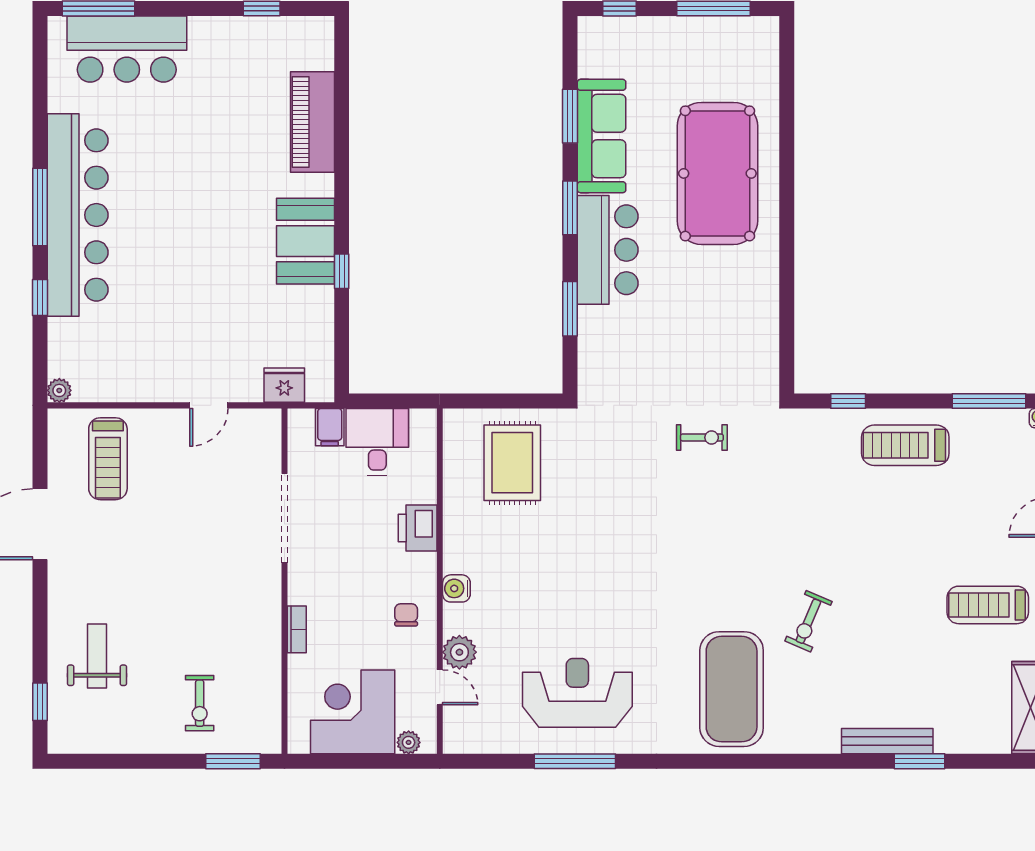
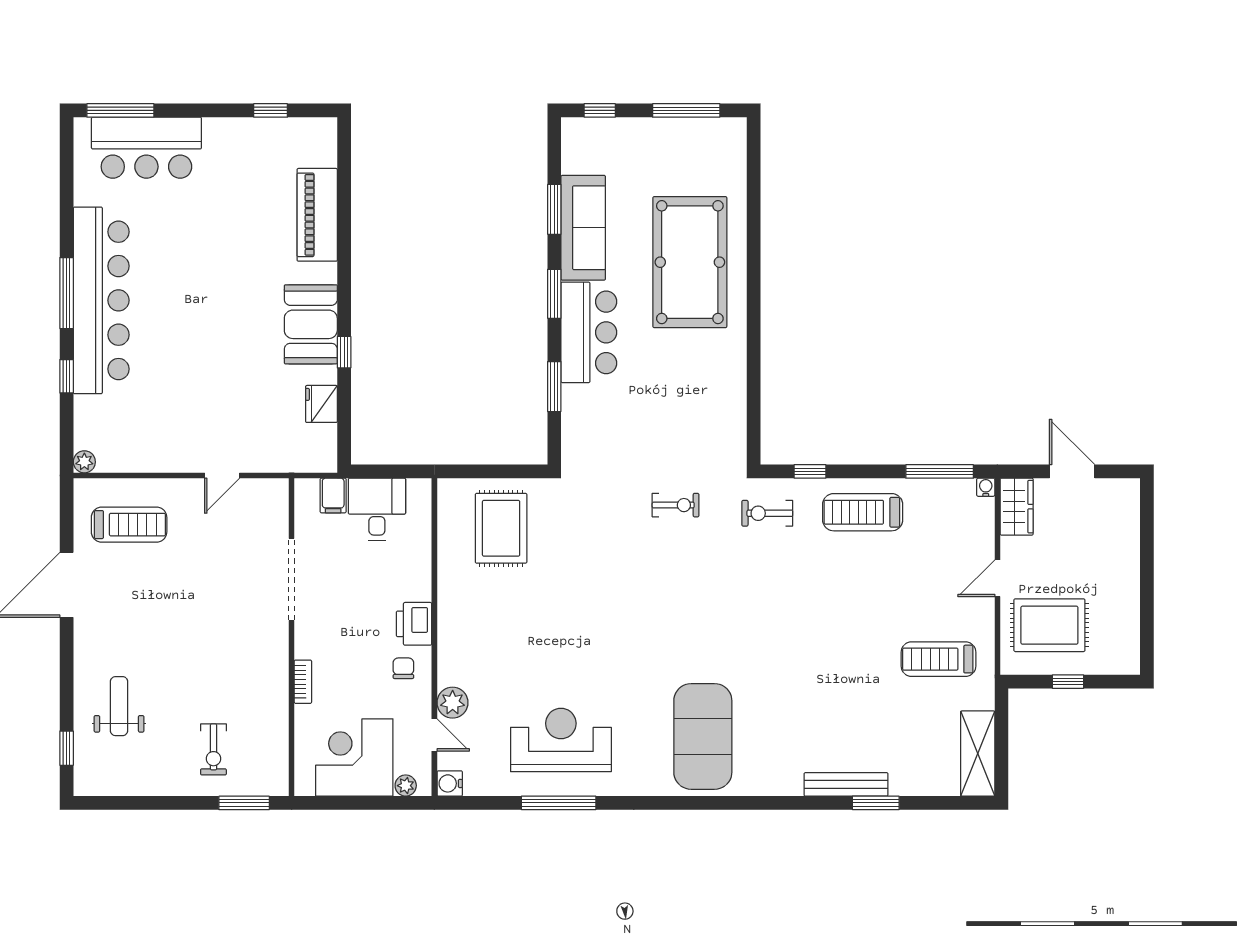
fridge: (284, 385) -> (321, 404), moved, turned -90
treadmill: (108, 459) -> (129, 525), turned -90
printer: (418, 528) -> (414, 624), moved
water cooler: (456, 588) -> (450, 783), moved
exercise bike: (808, 621) -> (767, 513), moved, turned 67

